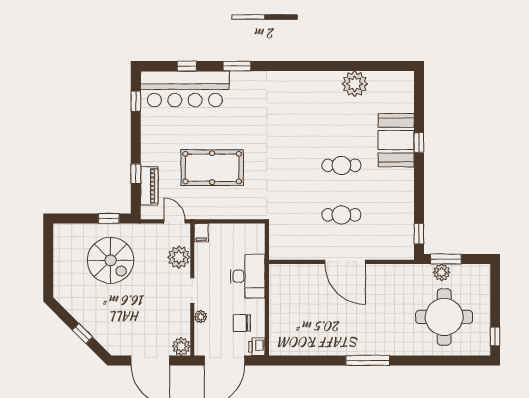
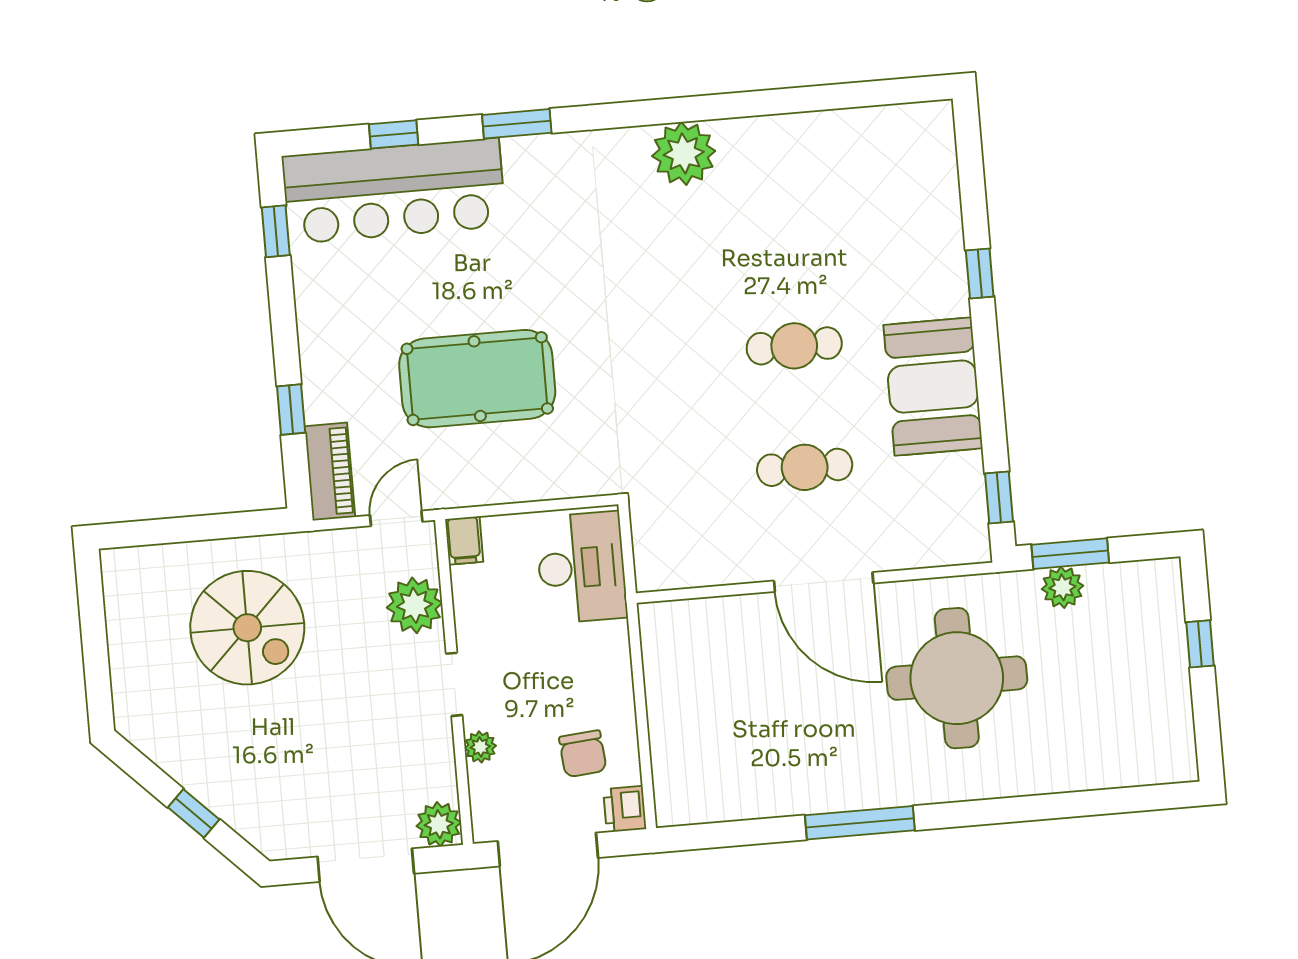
plant: (355, 84) -> (684, 153), moved
booth: (396, 140) -> (933, 387), moved
piano: (149, 186) -> (330, 472), moved
window: (109, 218) -> (234, 525), removed
door: (175, 221) -> (396, 518), hinge flipped
desk: (248, 276) -> (581, 568), moved
round table: (444, 317) -> (957, 678), moved
chair: (242, 323) -> (583, 754), turned -95
window: (495, 336) -> (1200, 644), moved
window: (368, 360) -> (860, 823), moved

